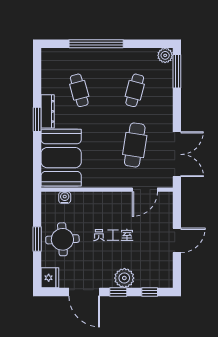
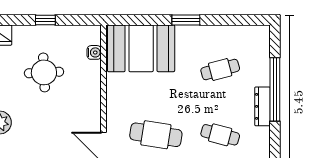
dresser: (48, 111) -> (263, 106), moved, turned 90
window: (37, 239) -> (45, 20), width x0.67
round table: (62, 239) -> (44, 72), moved

